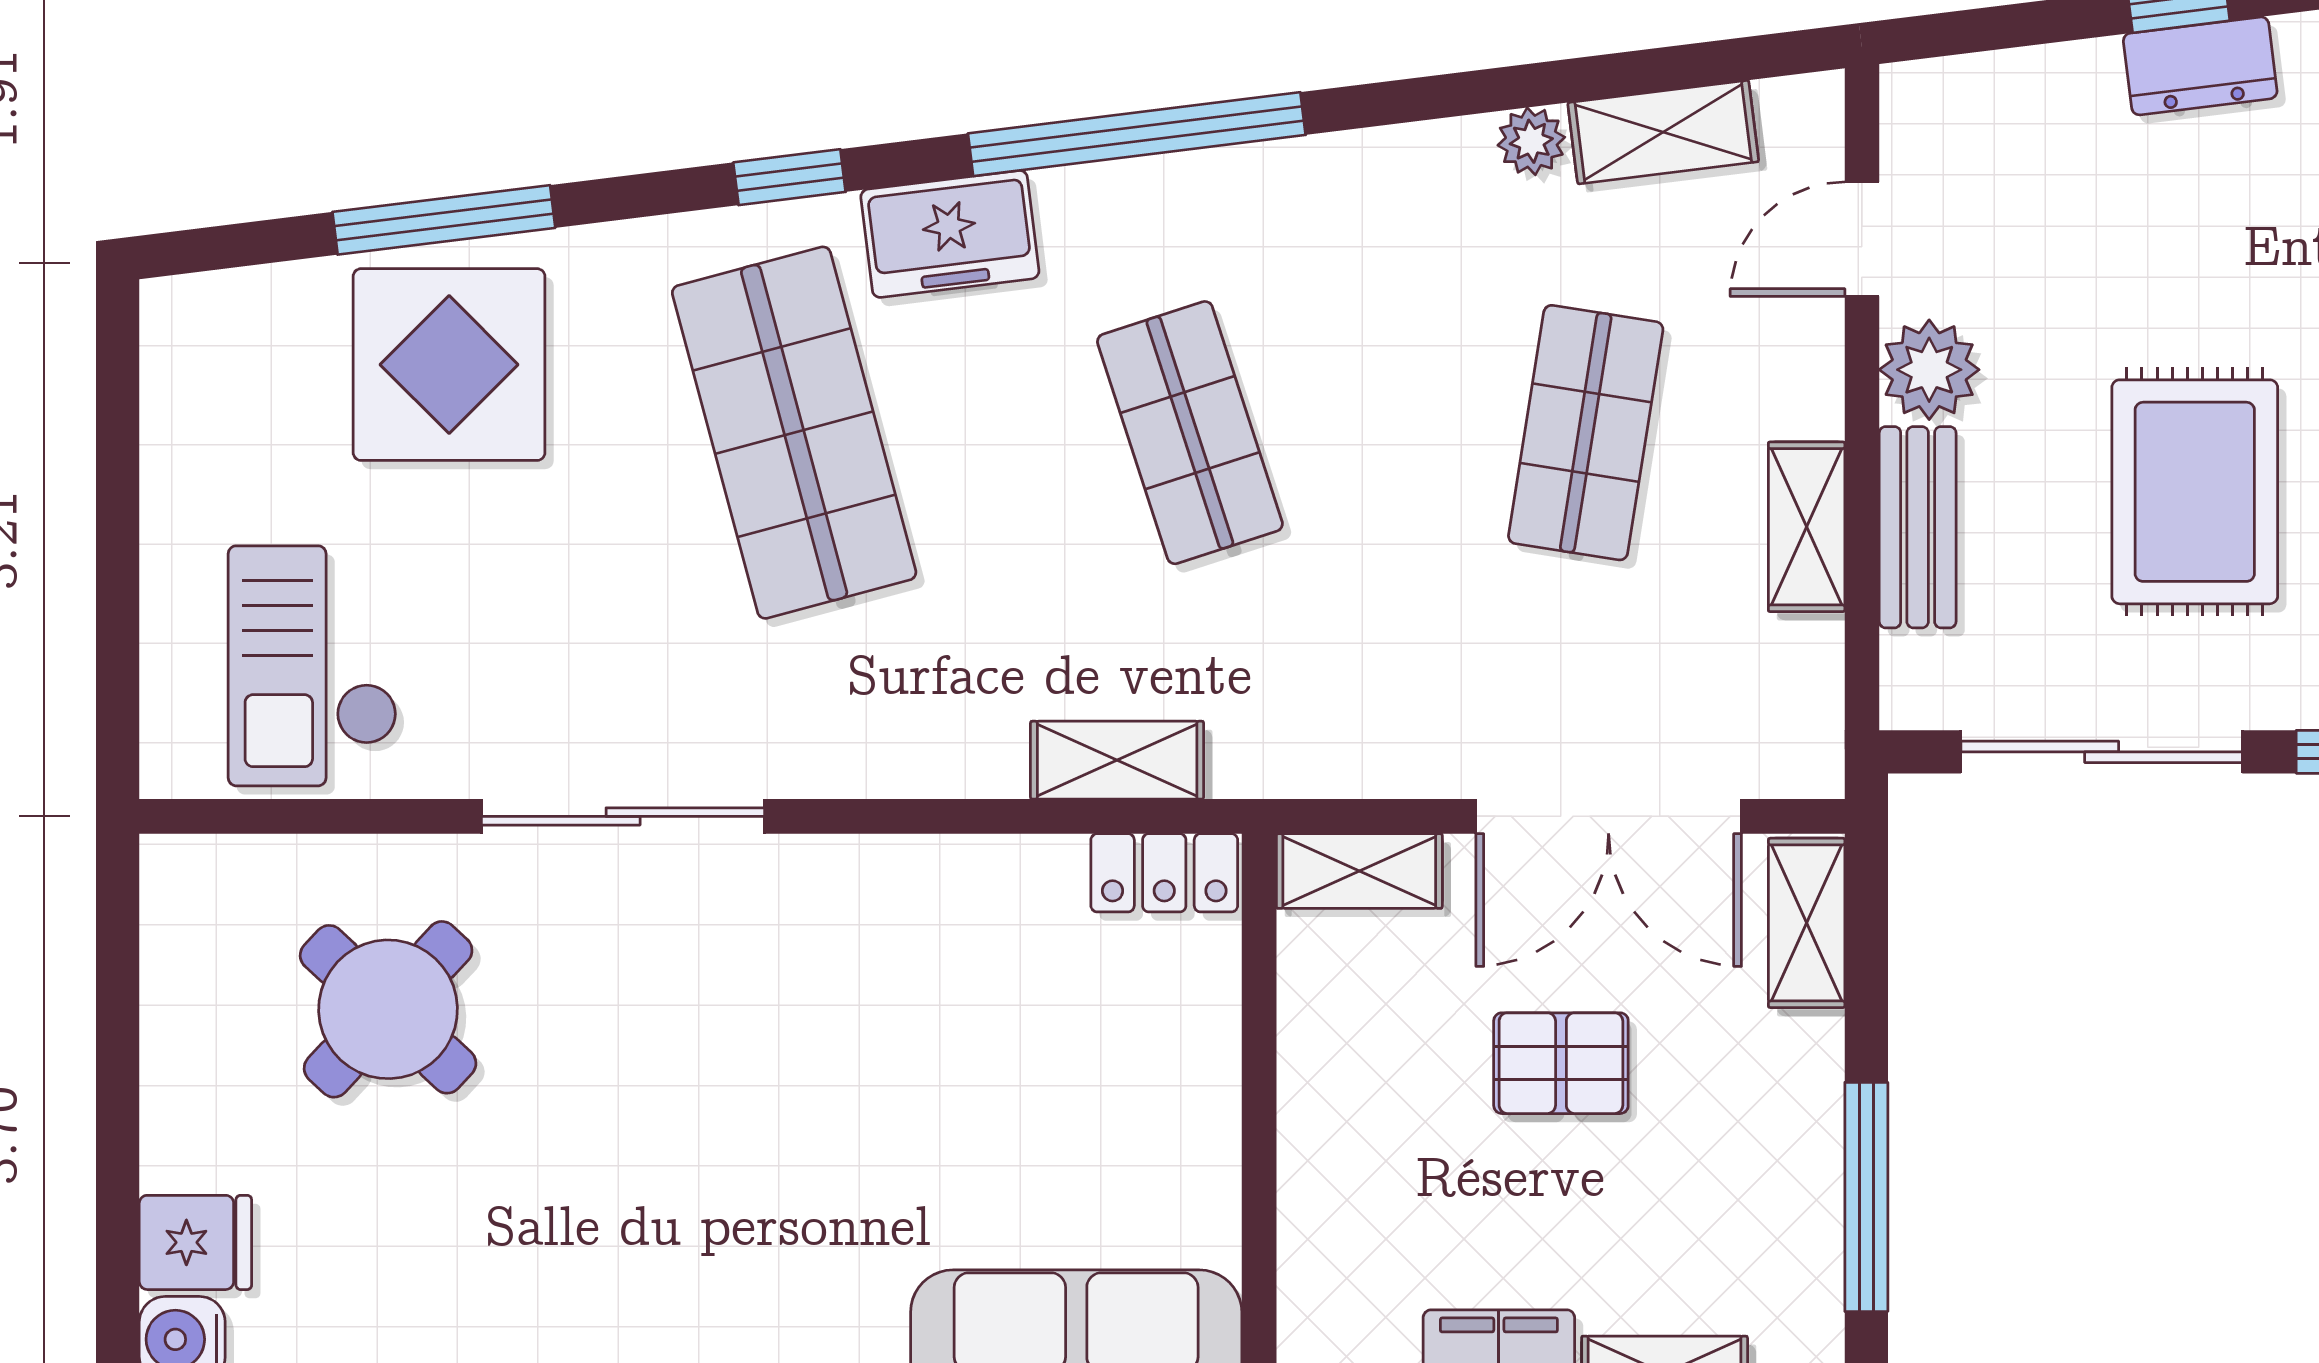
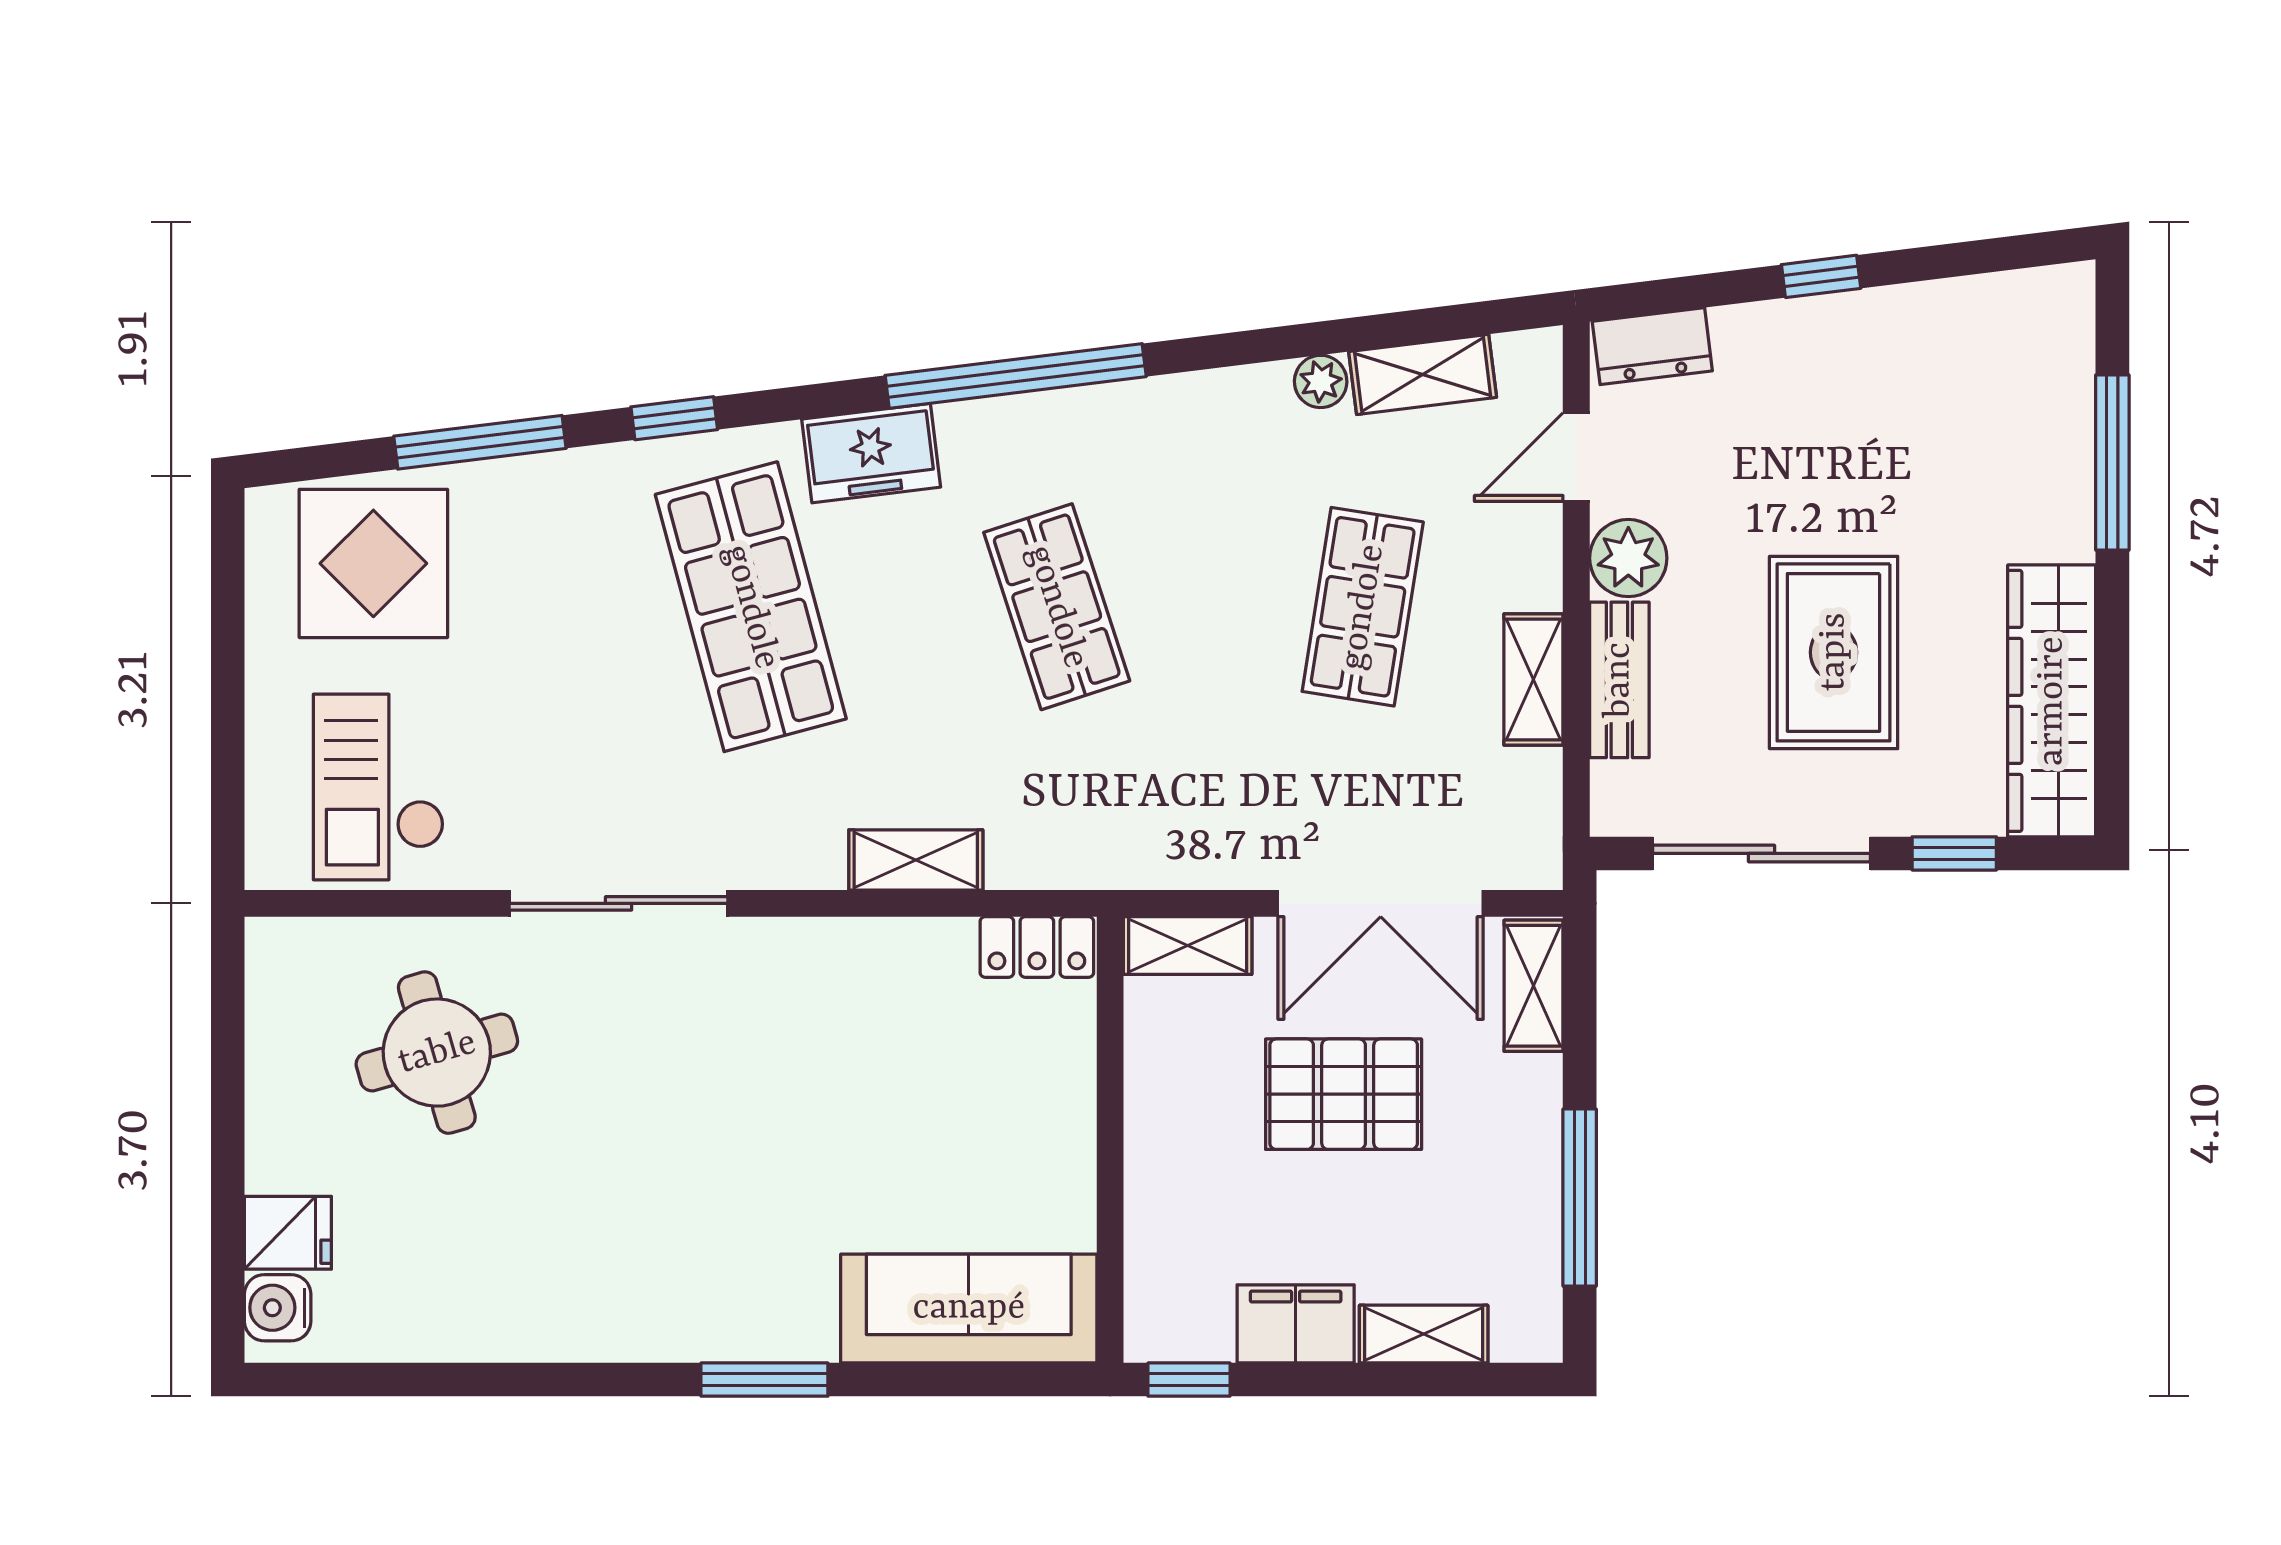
dresser: (2200, 66) -> (1652, 346), moved
window: (789, 177) -> (674, 418), moved
display table: (449, 365) -> (373, 563), moved
shelving: (1117, 760) -> (916, 860), moved
round table: (388, 1009) -> (437, 1053), turned 31
pallet: (1561, 1063) -> (1344, 1094), width x1.50, depth x1.42

